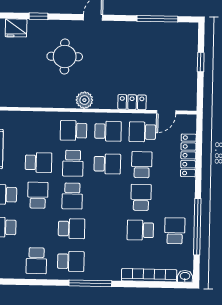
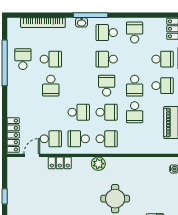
locker: (188, 155) -> (13, 135), moved
school desk: (38, 162) -> (135, 112), turned -90
school desk: (73, 163) -> (107, 112), turned 90
school desk: (107, 164) -> (79, 112), turned 180
school desk: (142, 165) -> (51, 112), removed
school desk: (175, 231) -> (23, 59), turned 180
washbasin: (185, 276) -> (82, 22), moved

